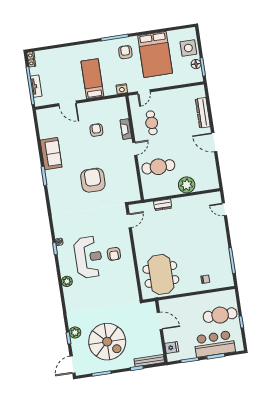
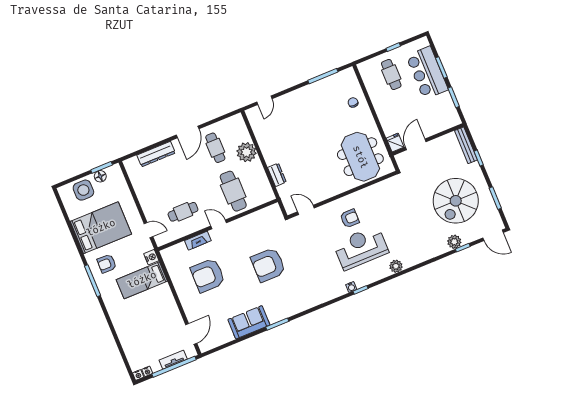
bed: (92, 79) -> (142, 280), moved
door: (68, 103) -> (191, 334), moved
armchair: (96, 130) -> (208, 275), width x1.88, depth x1.88
cafe table: (196, 161) -> (215, 148), added
meeting table: (161, 274) -> (360, 157), turned 90
cafe table: (220, 315) -> (391, 74), width x0.73, depth x0.74
spiral stairs: (107, 342) -> (456, 201), turned 180
fridge: (172, 348) -> (395, 143), moved

